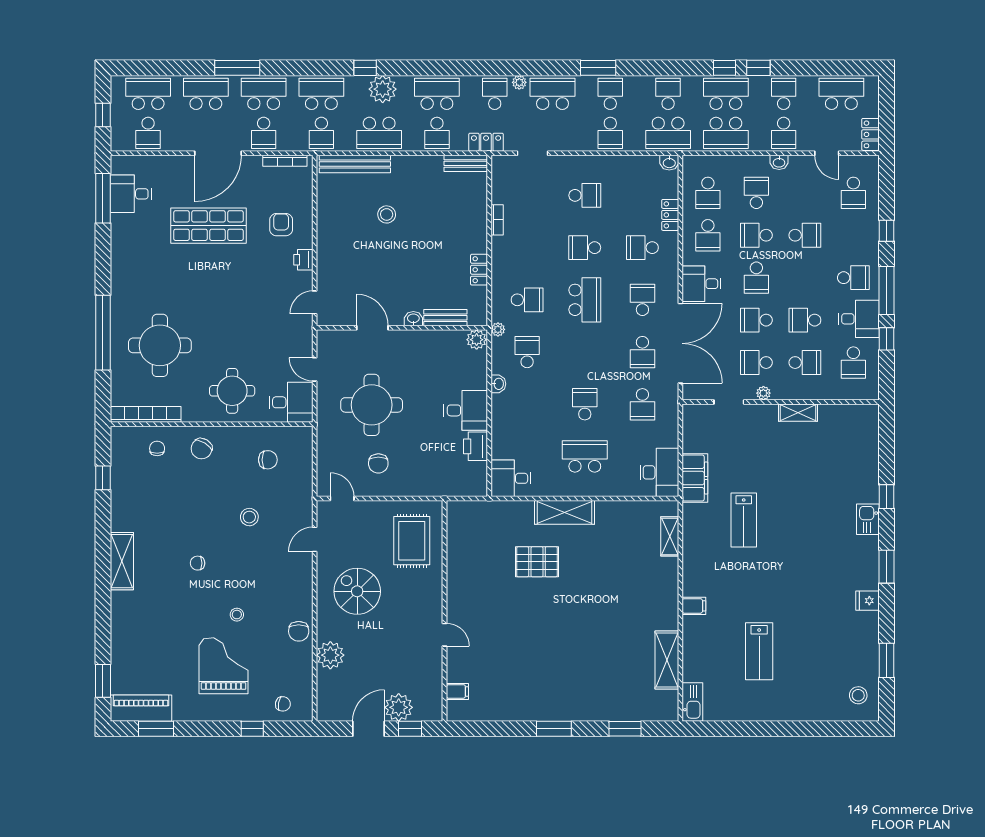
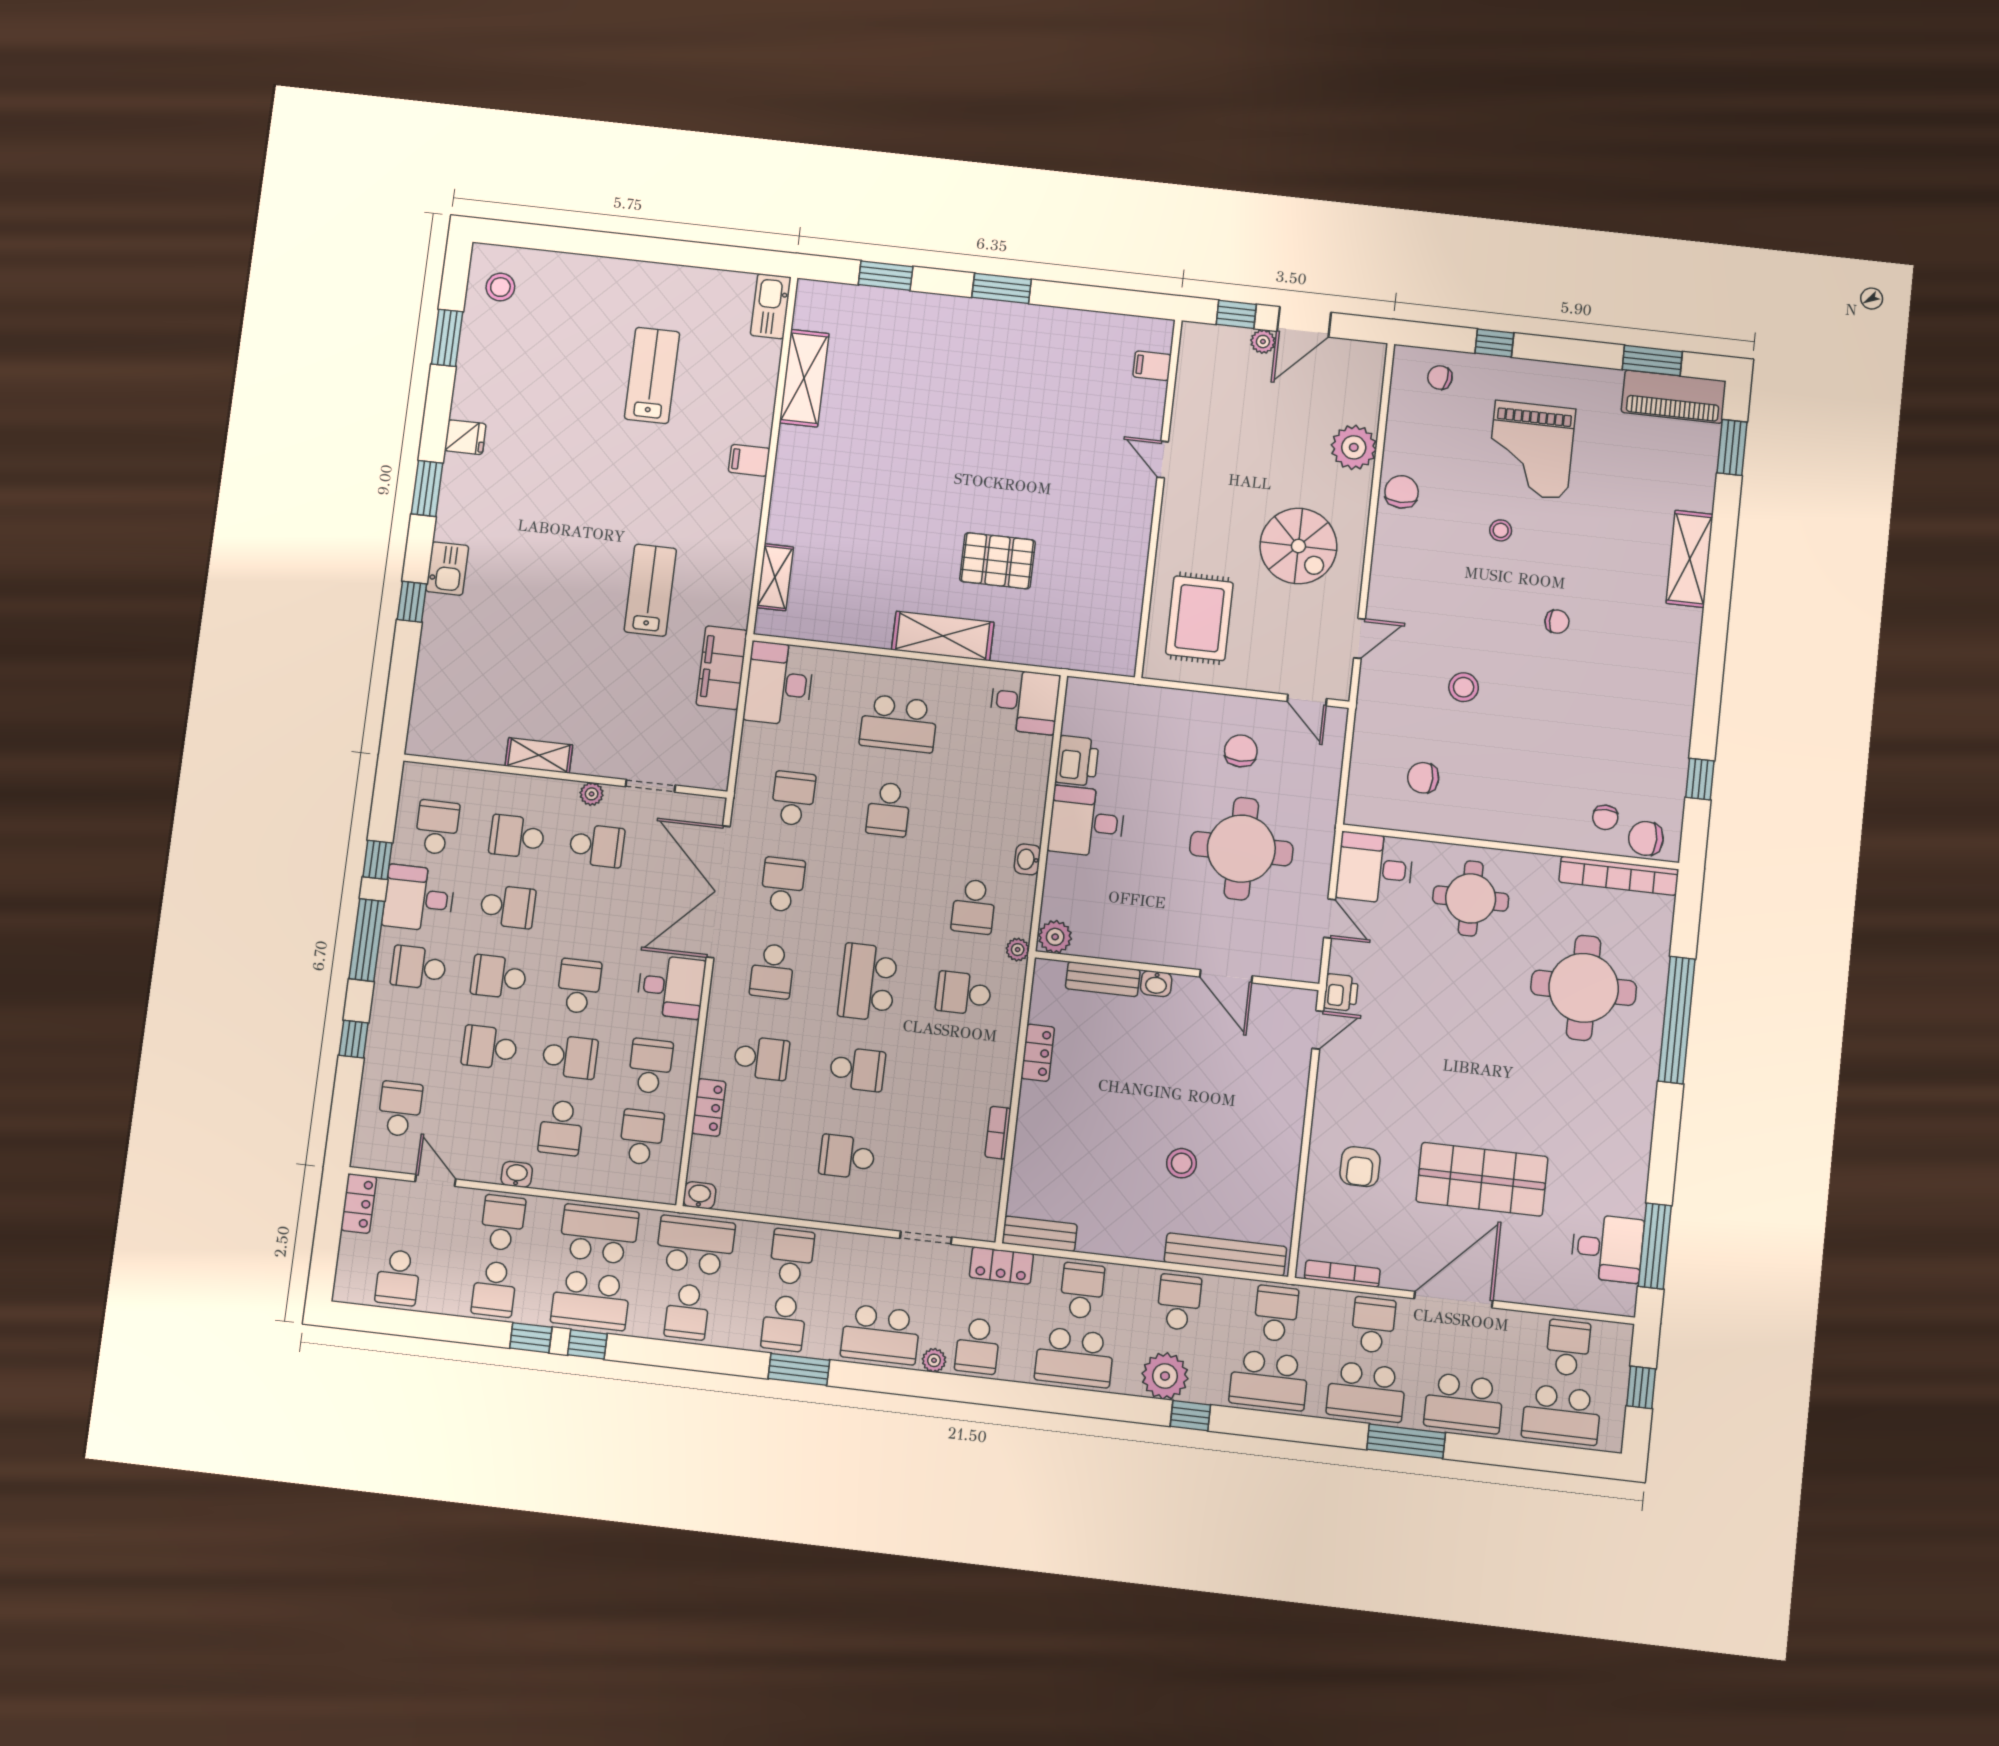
school desk: (841, 94) -> (398, 1278), width x0.54
school desk: (379, 133) -> (1179, 1302), width x0.54
printer: (303, 260) -> (1341, 992), moved
school desk: (756, 320) -> (499, 977), moved, turned 180
chair: (201, 449) -> (1646, 838), moved, turned -122
shelving: (122, 561) -> (1690, 559), moved
plant: (399, 707) -> (1263, 342), width x0.53, depth x0.53

